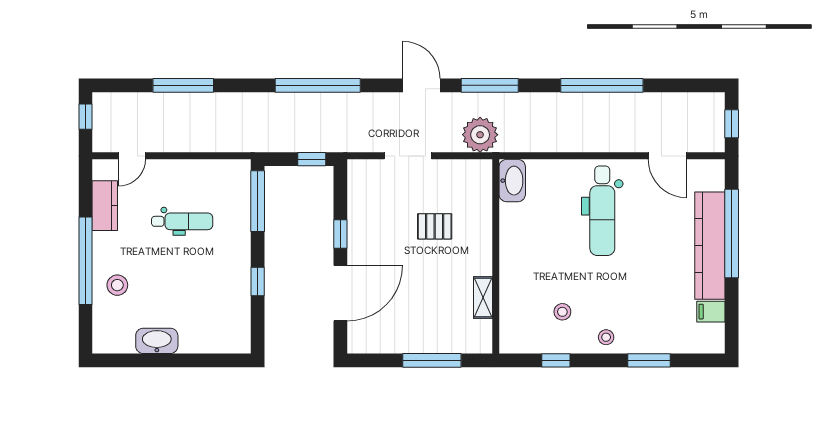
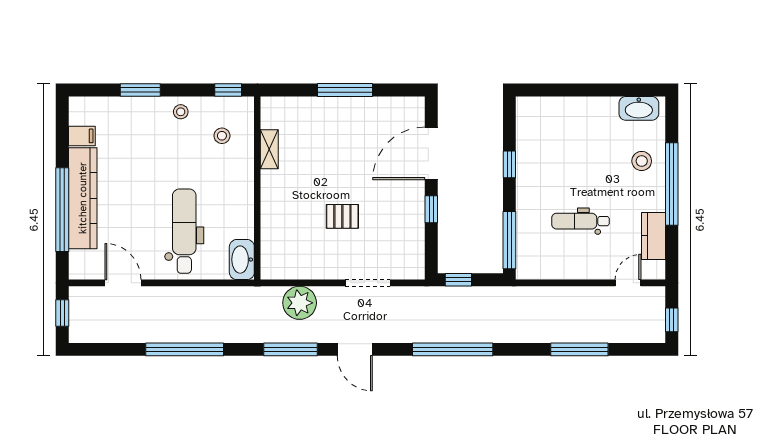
washbasin: (512, 181) -> (242, 260), moved
wall: (496, 256) -> (257, 188), moved
shelving: (483, 297) -> (269, 149), moved
washbasin: (157, 341) -> (639, 108), moved

